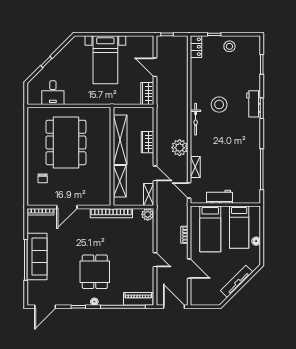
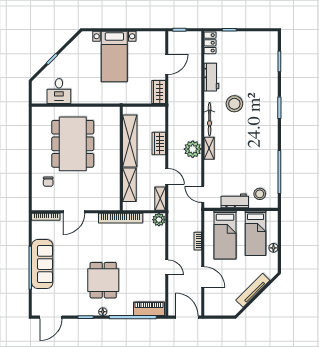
stool: (229, 46) -> (260, 194), moved
door: (155, 67) -> (167, 64), swing flipped
workbench: (254, 104) -> (211, 77), moved, turned 180
shelving: (195, 167) -> (209, 148), moved

